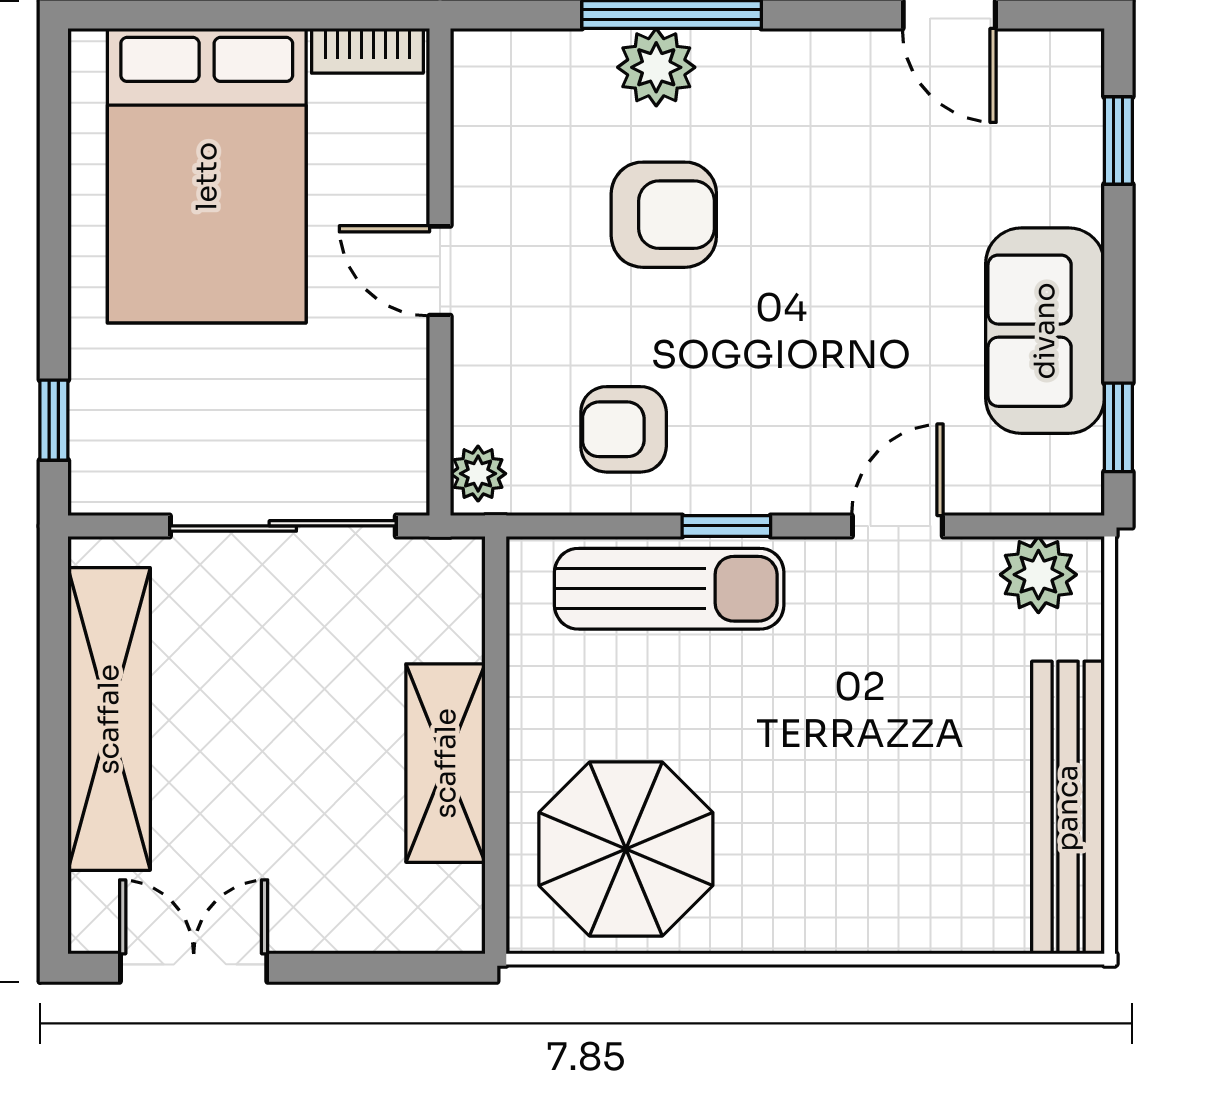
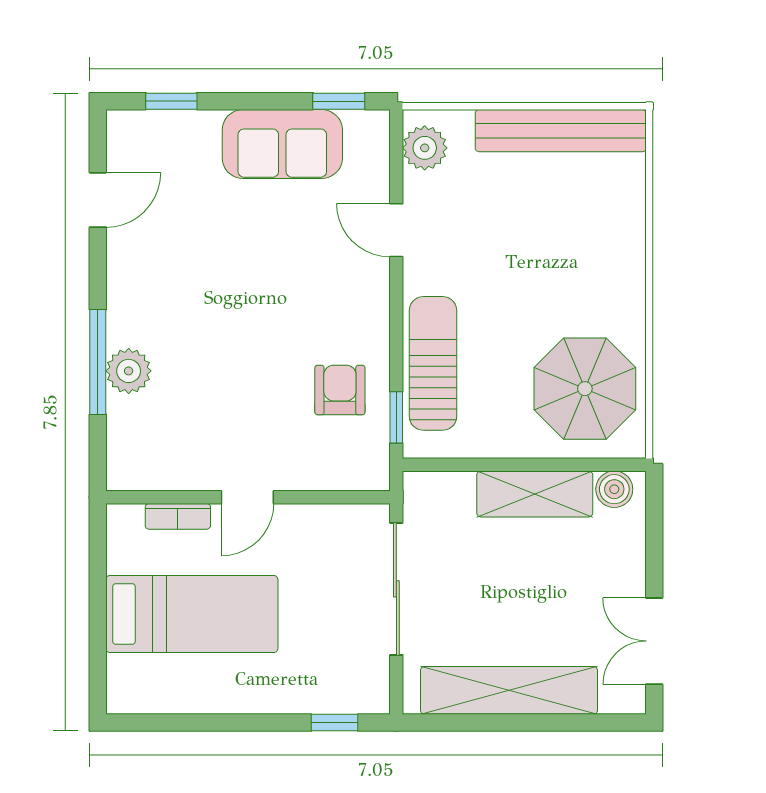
bookcase: (367, 51) -> (178, 516), moved, turned 90
bed: (207, 176) -> (192, 614), width x0.67
armchair: (664, 215) -> (215, 367), removed
armchair: (624, 429) -> (340, 390), turned 180
plant: (478, 474) -> (366, 475), removed
window: (726, 526) -> (396, 417), moved
boiler: (454, 899) -> (614, 489), added

